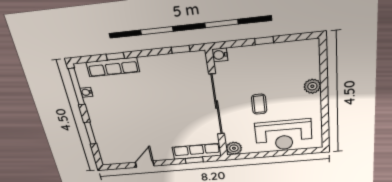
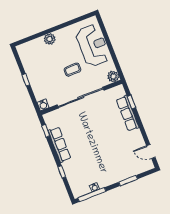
row of seats: (113, 67) -> (59, 145), moved
row of seats: (197, 151) -> (128, 113), moved
door: (145, 164) -> (151, 151), moved

